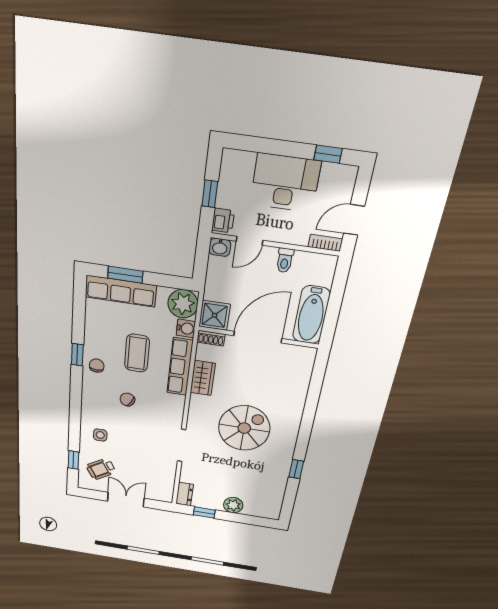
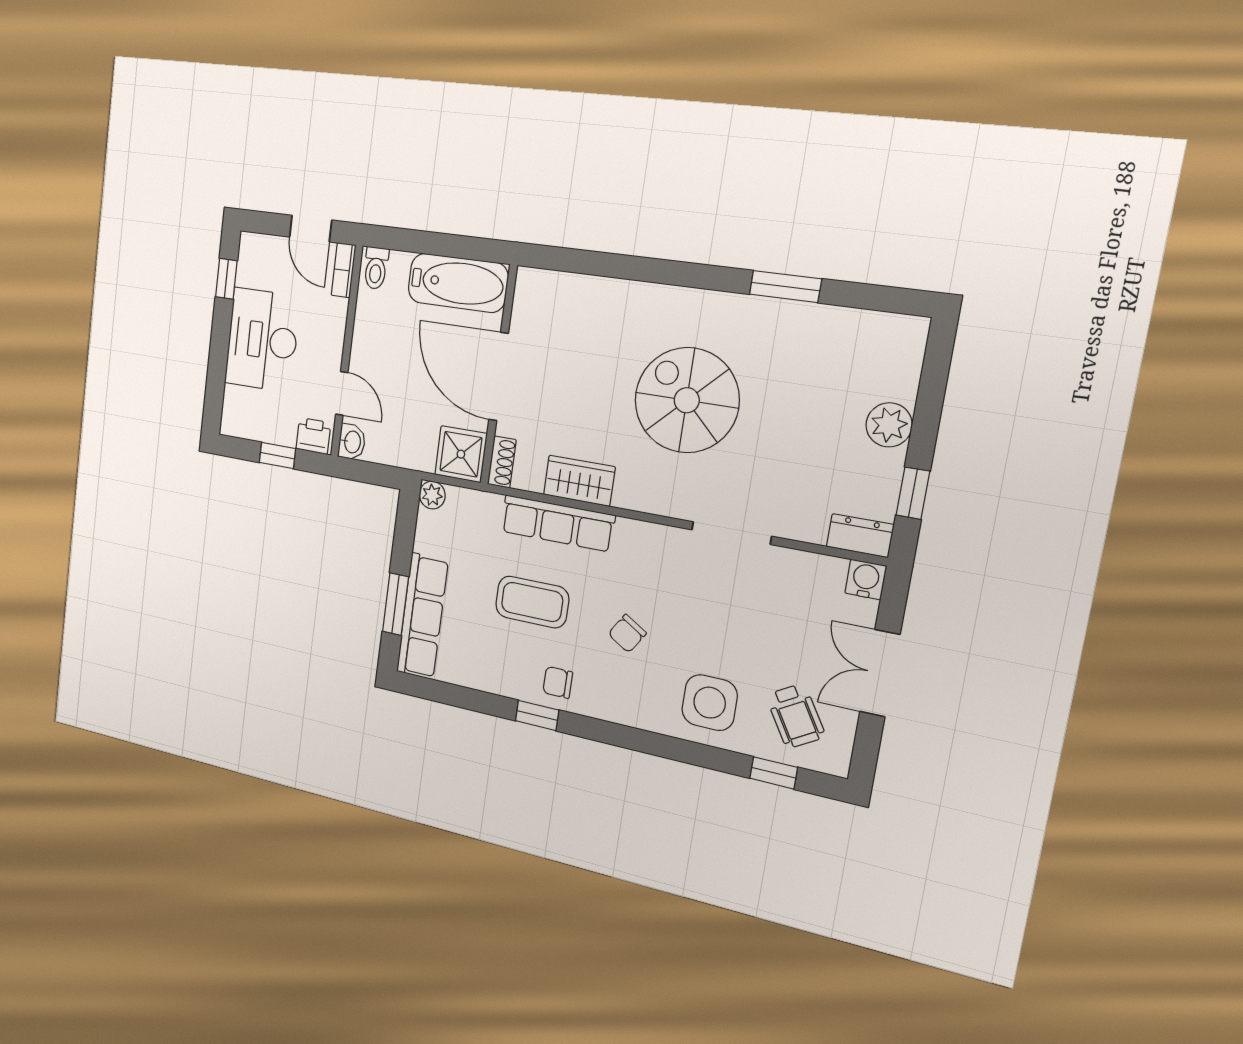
toilet: (285, 260) -> (376, 268), moved, turned 90
plant: (183, 304) -> (432, 495), width x0.53, depth x0.53
water cooler: (186, 328) -> (866, 580), moved
side table: (100, 435) -> (710, 703), width x1.87, depth x1.87
window: (296, 469) -> (785, 287), width x1.50

